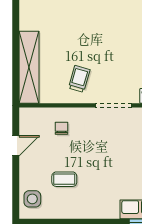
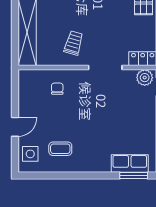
door: (16, 146) -> (15, 127), moved
coffee table: (64, 179) -> (60, 149), moved

